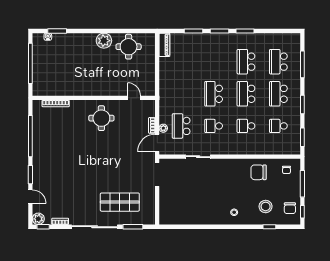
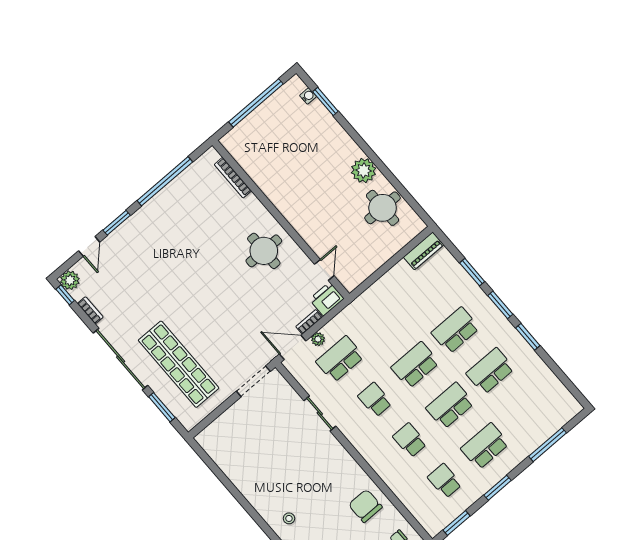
school desk: (278, 62) -> (455, 330), moved
printer: (148, 108) -> (327, 299), added
shop shelf: (120, 202) -> (179, 364), width x1.40

